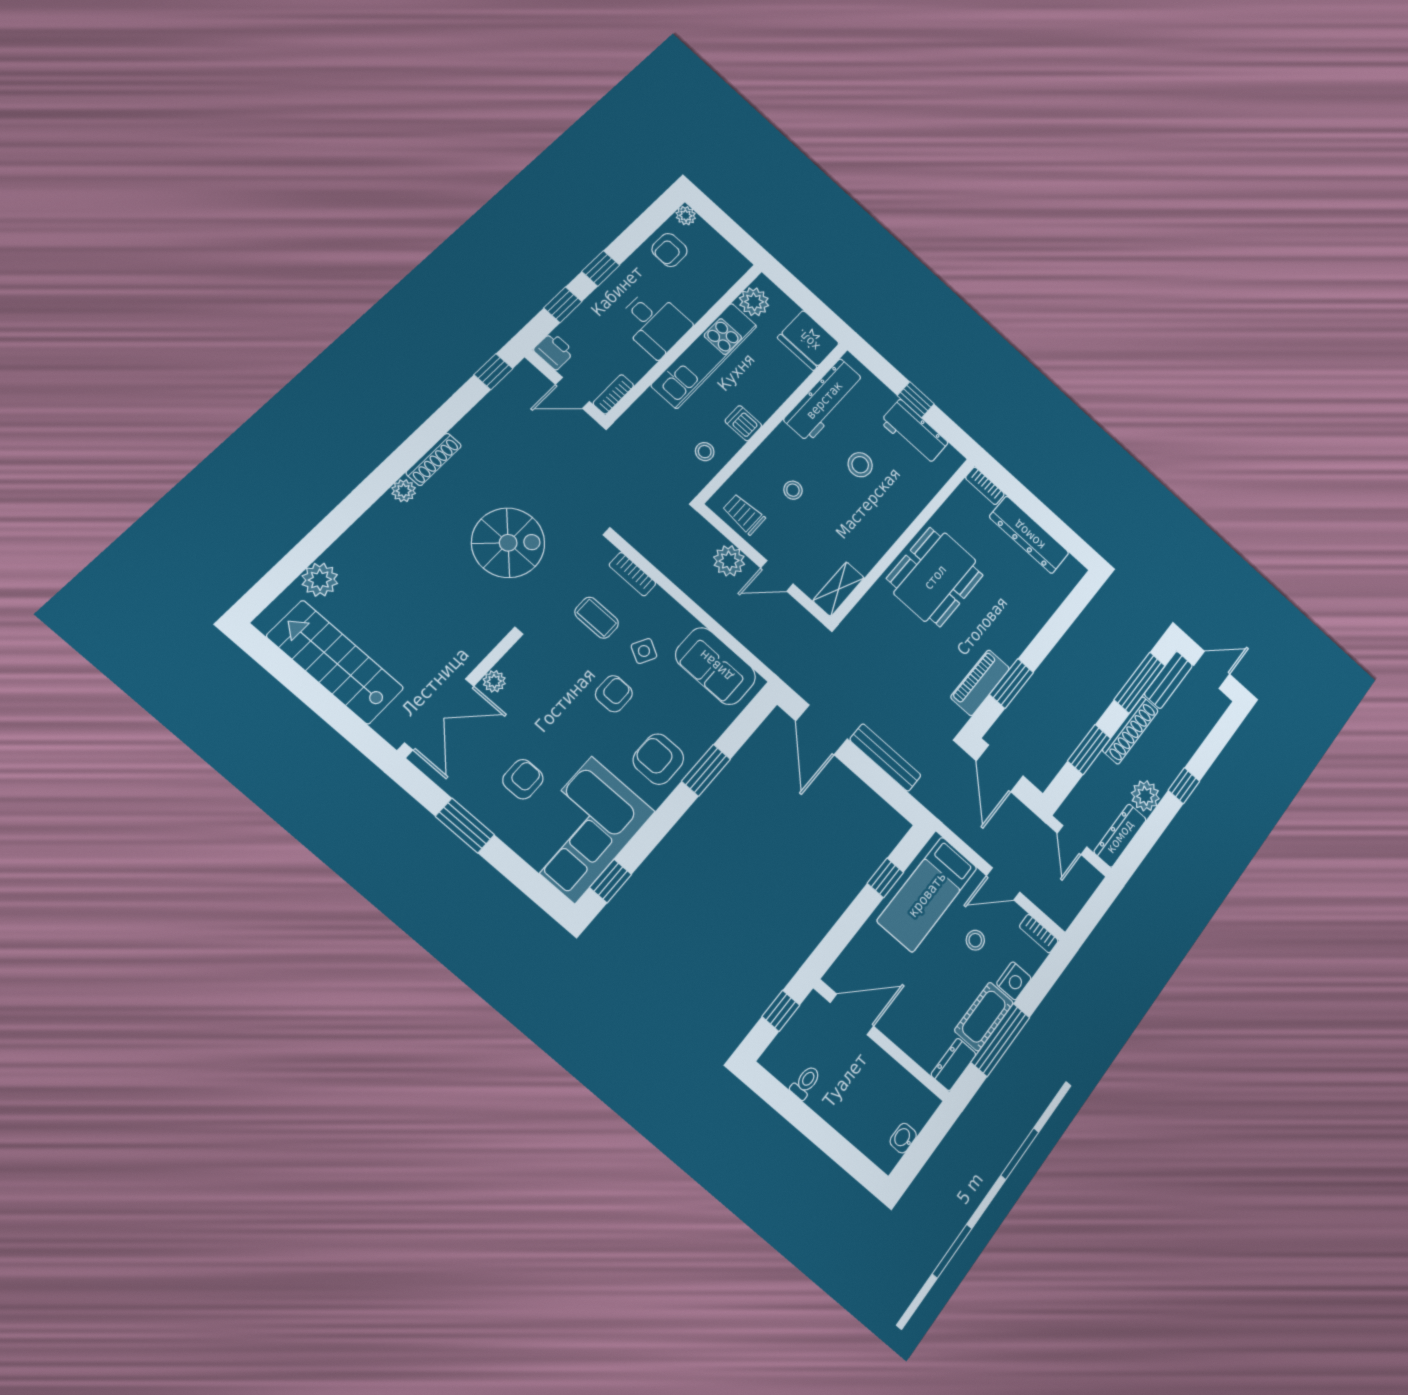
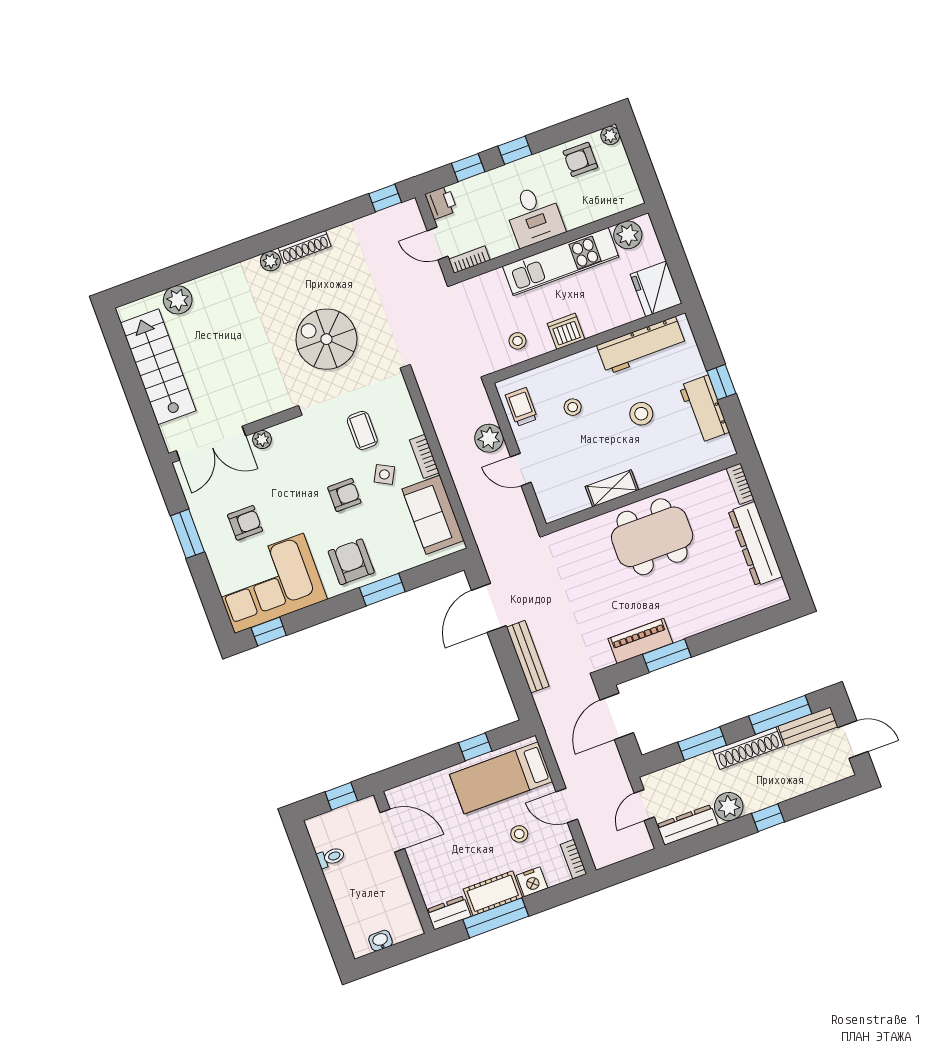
dishwasher: (743, 423) -> (566, 331), width x1.38
spiral stairs: (508, 543) -> (326, 339), turned 180
bookcase: (632, 574) -> (424, 456), moved
shelving: (839, 589) -> (612, 488), moved

